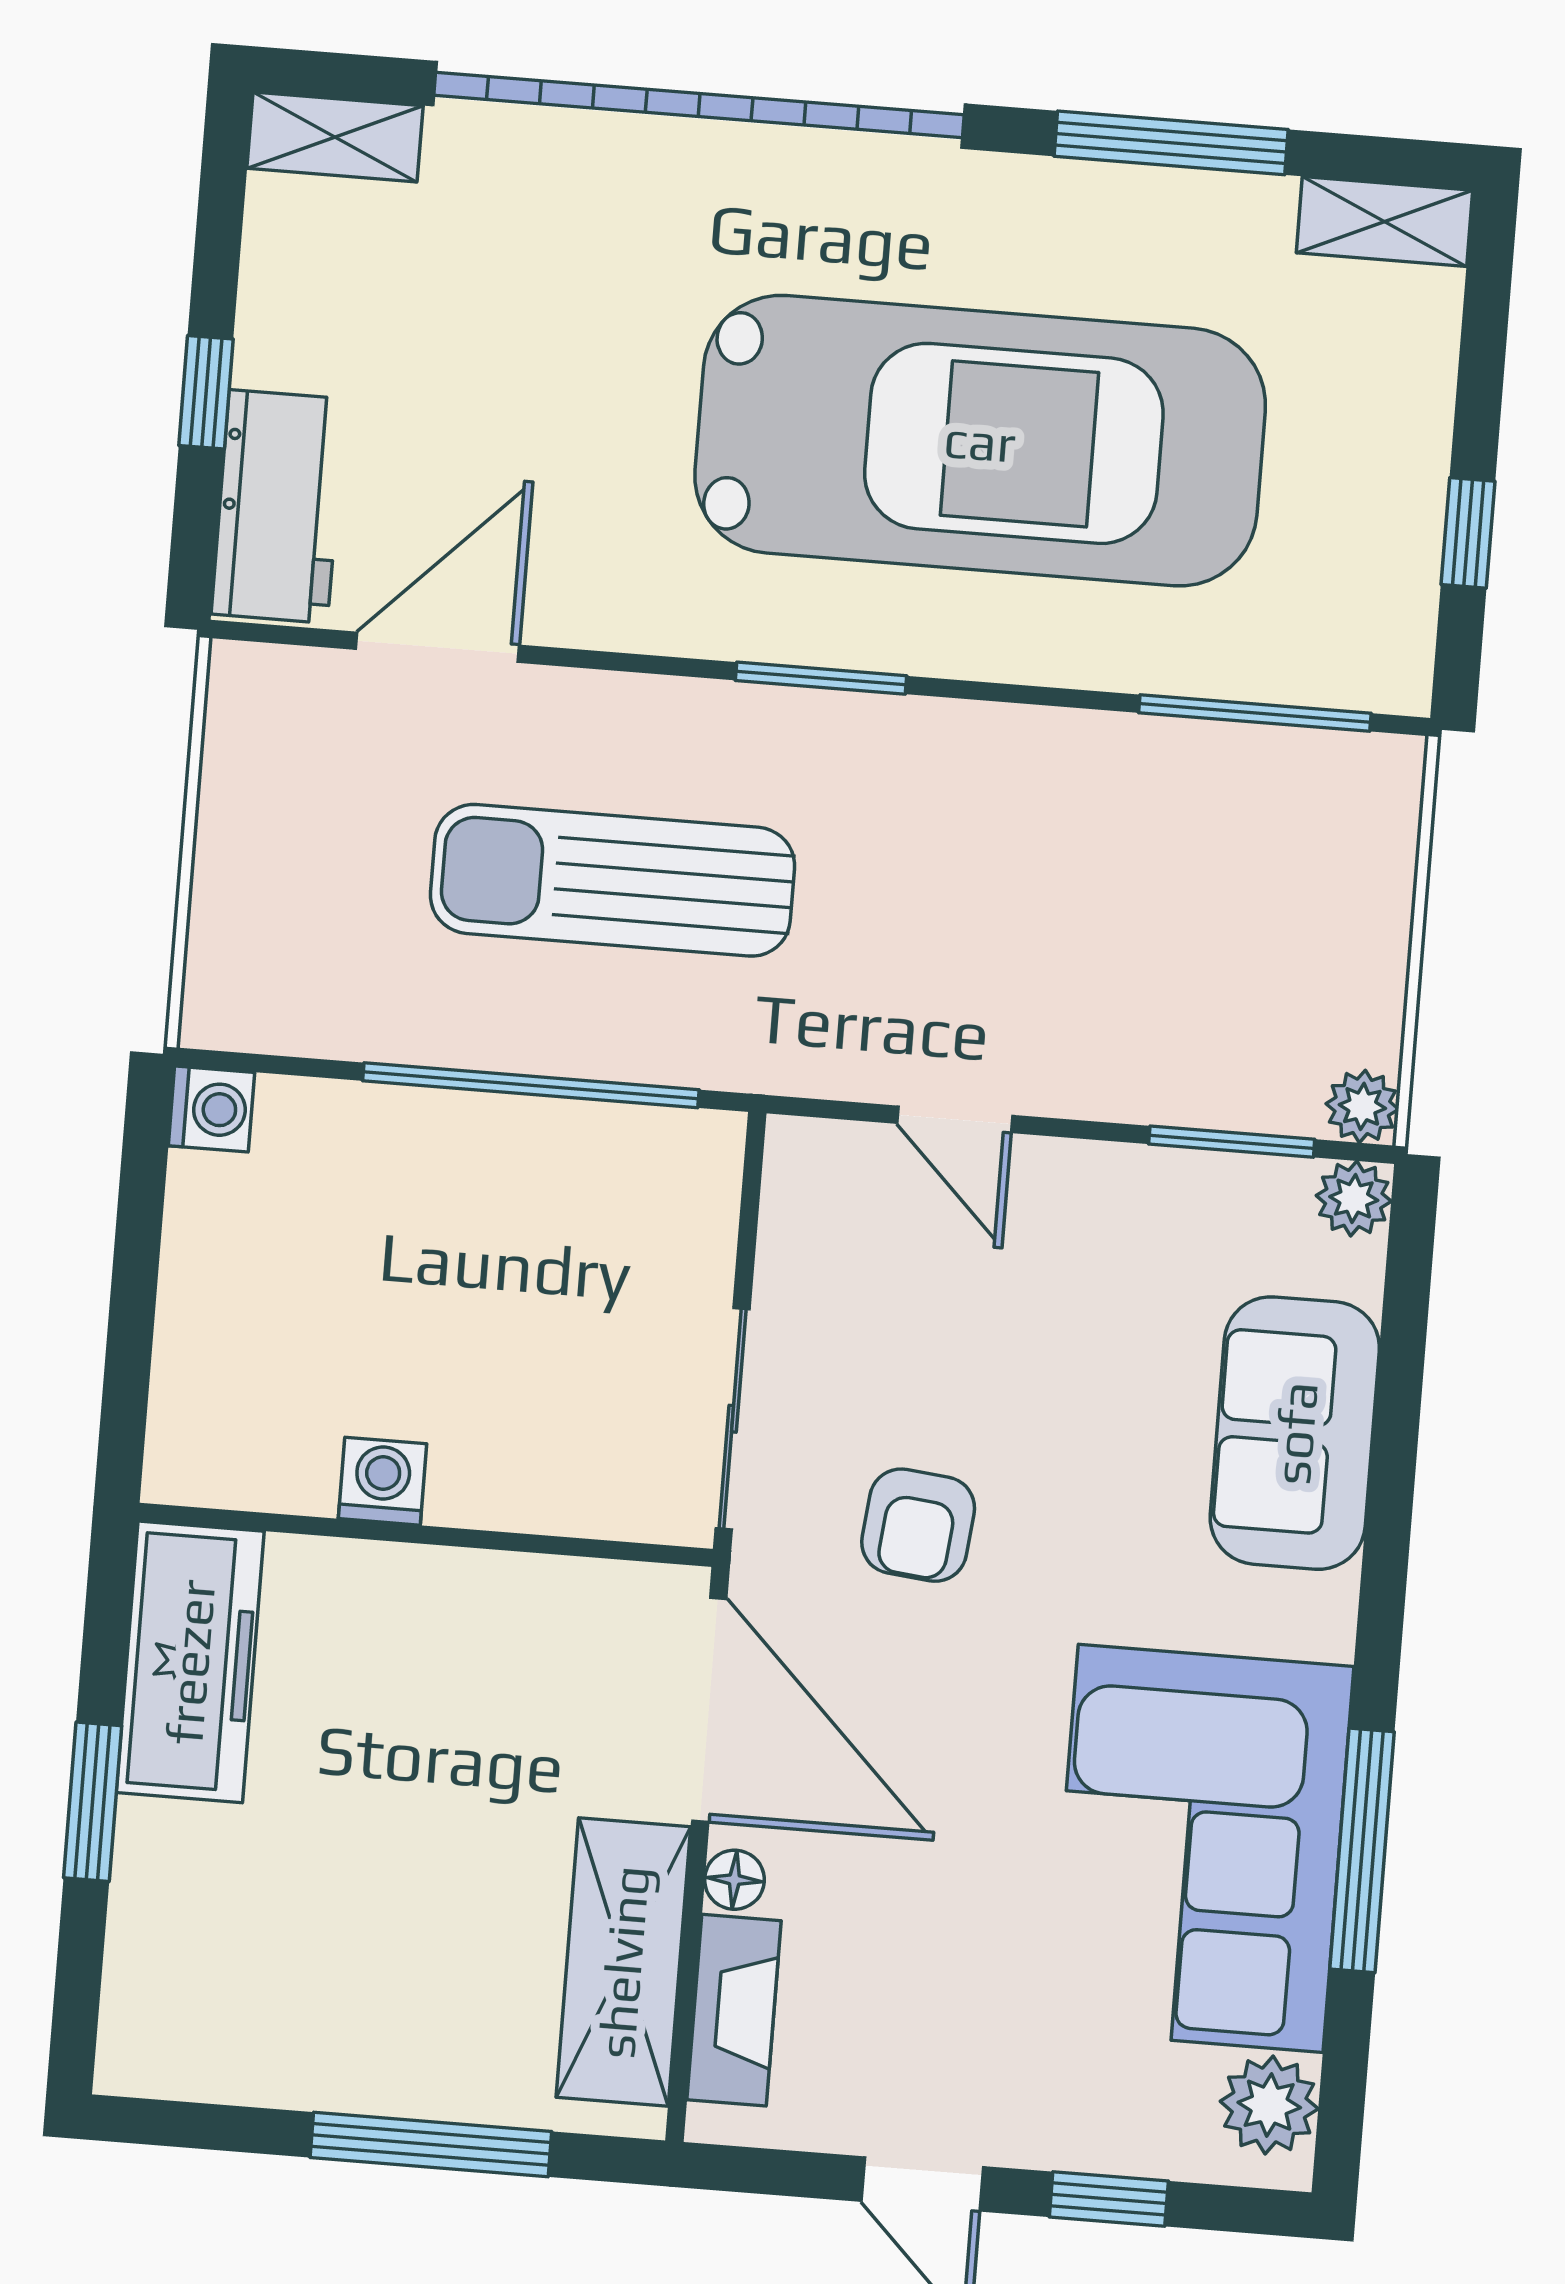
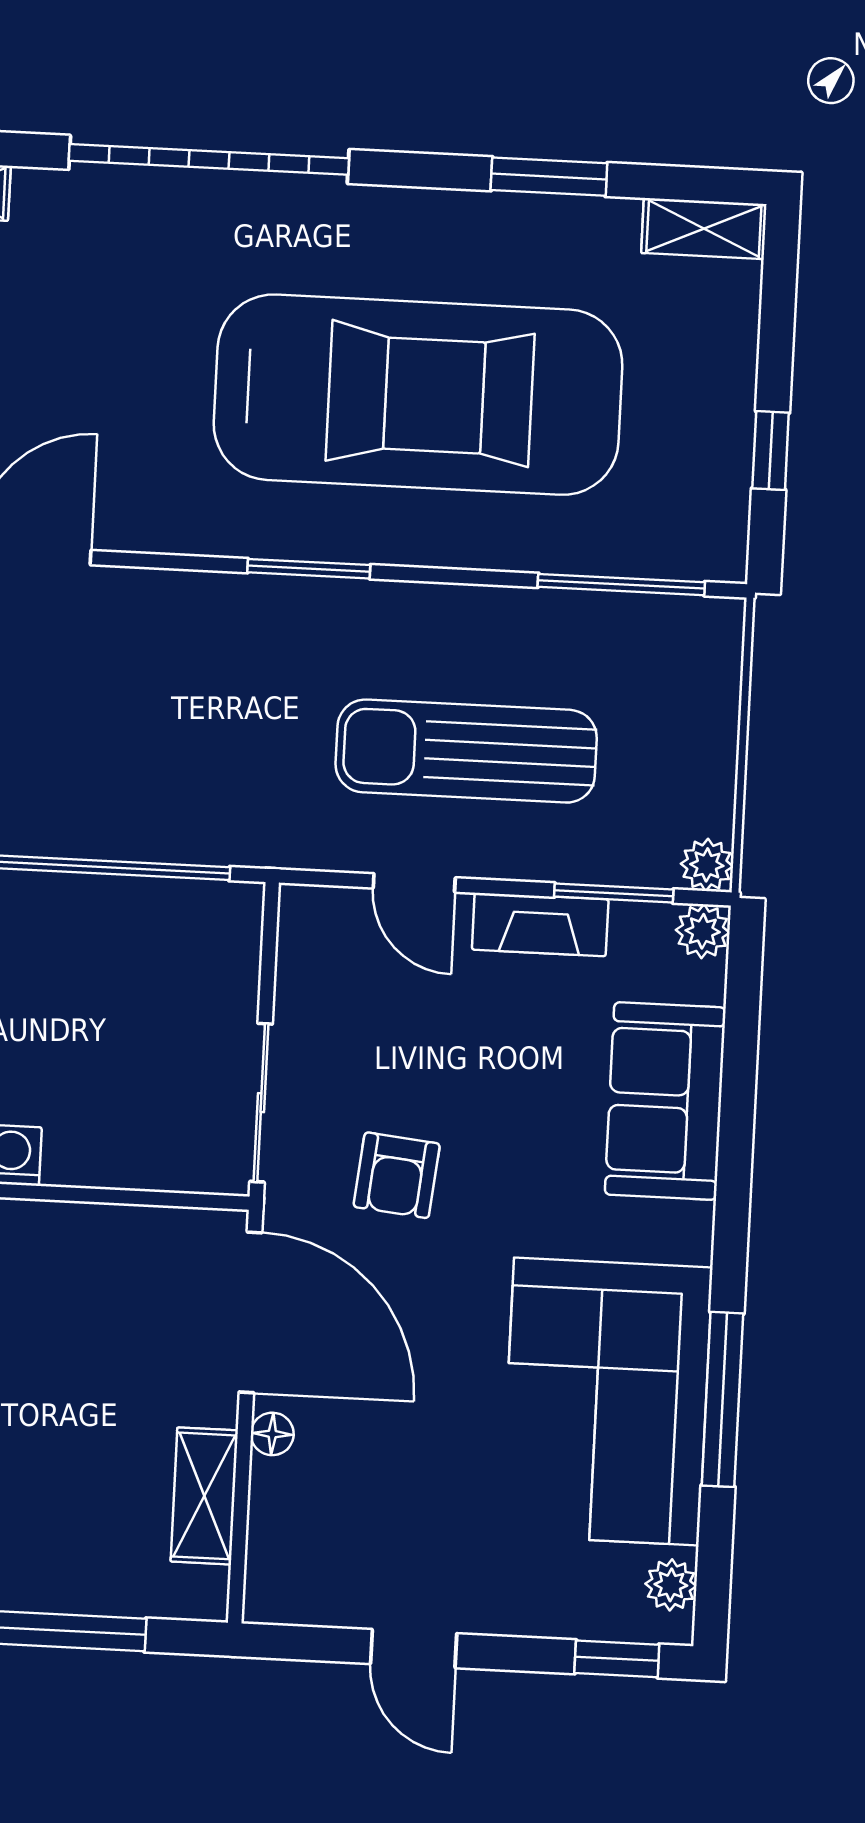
garage door: (699, 105) -> (209, 159), width x0.73
window: (1171, 143) -> (549, 177), width x0.69
sun lounger: (612, 880) -> (466, 751), moved
shelving: (623, 1962) -> (204, 1496), width x0.67, depth x0.75
fireplace: (734, 2010) -> (540, 925), moved, turned 90
plant: (1269, 2105) -> (671, 1585), width x0.73, depth x0.73
window: (1109, 2199) -> (617, 1659), moved

